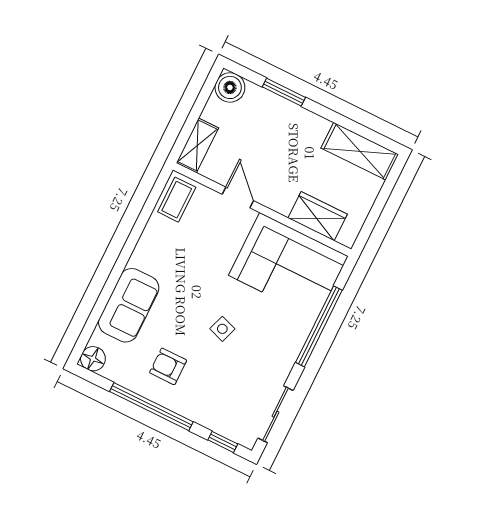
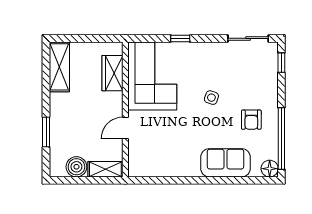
boiler: (230, 87) -> (76, 167), moved
coffee table: (177, 200) -> (145, 165), removed
window: (319, 326) -> (180, 38), width x0.32
window: (151, 407) -> (281, 139), moved

